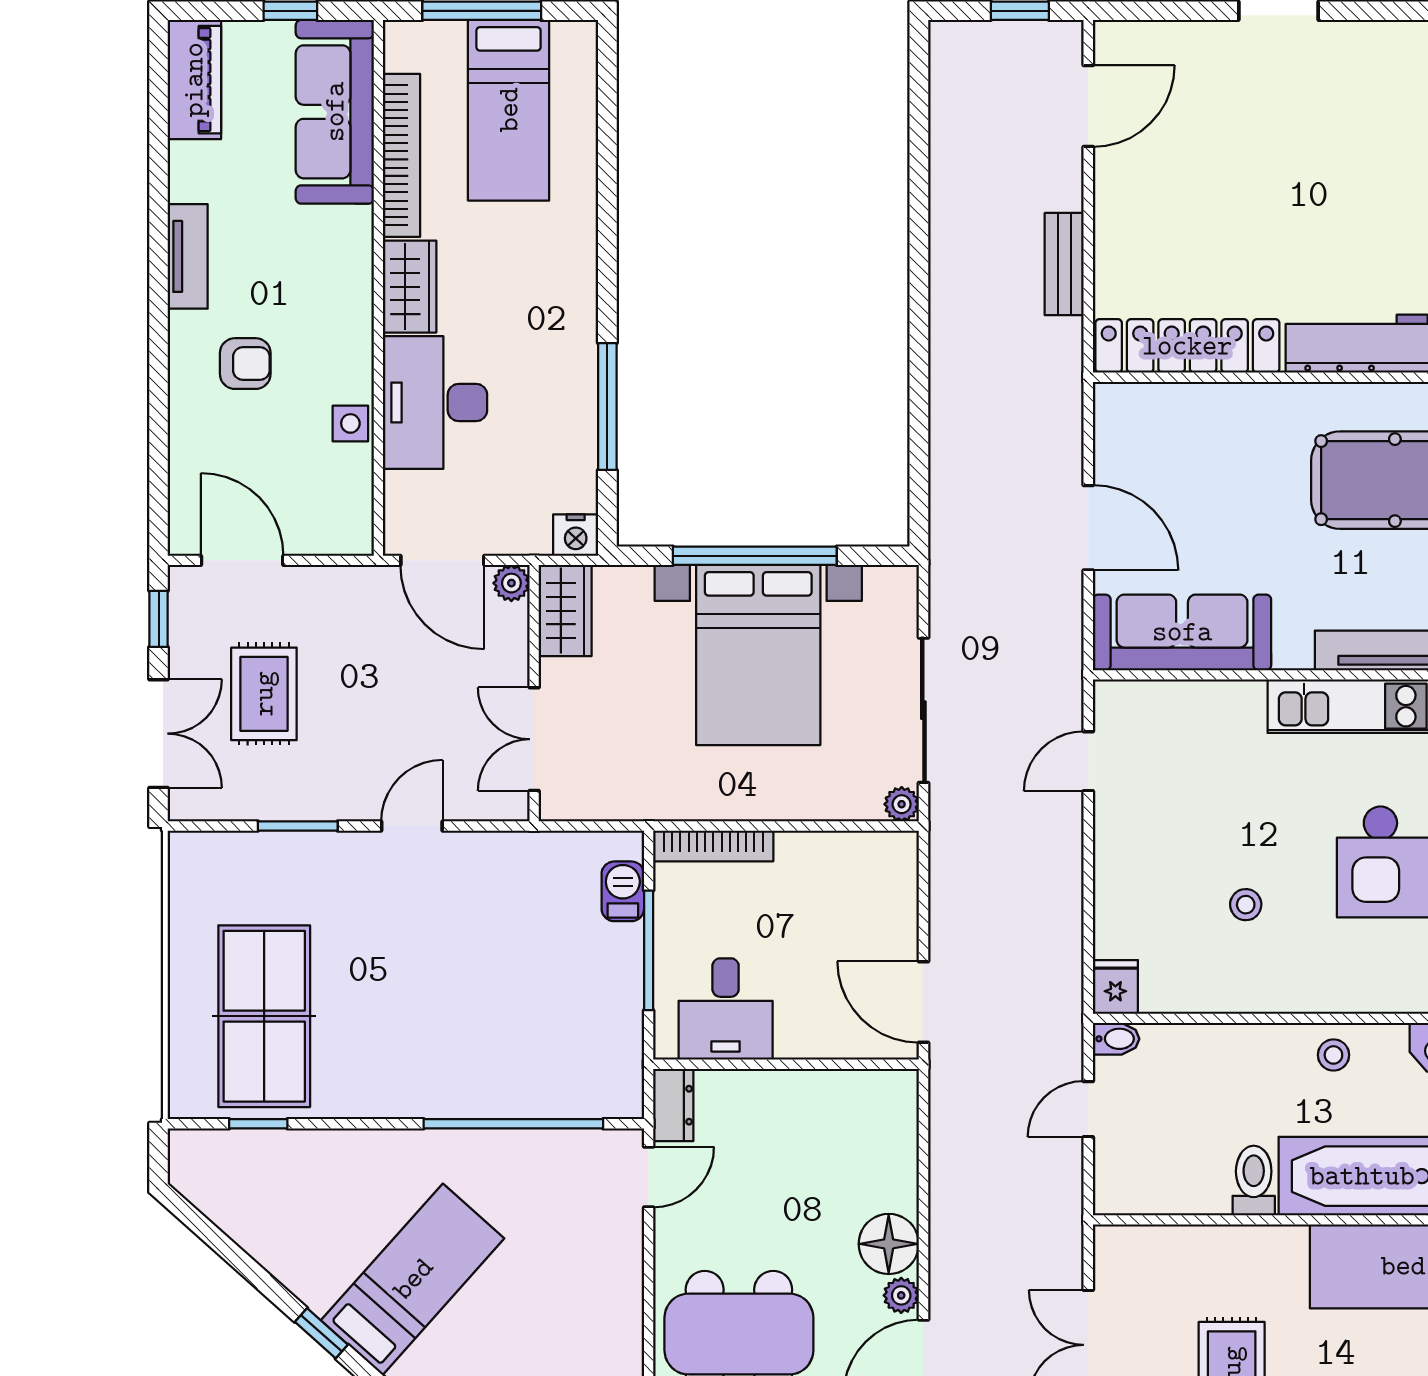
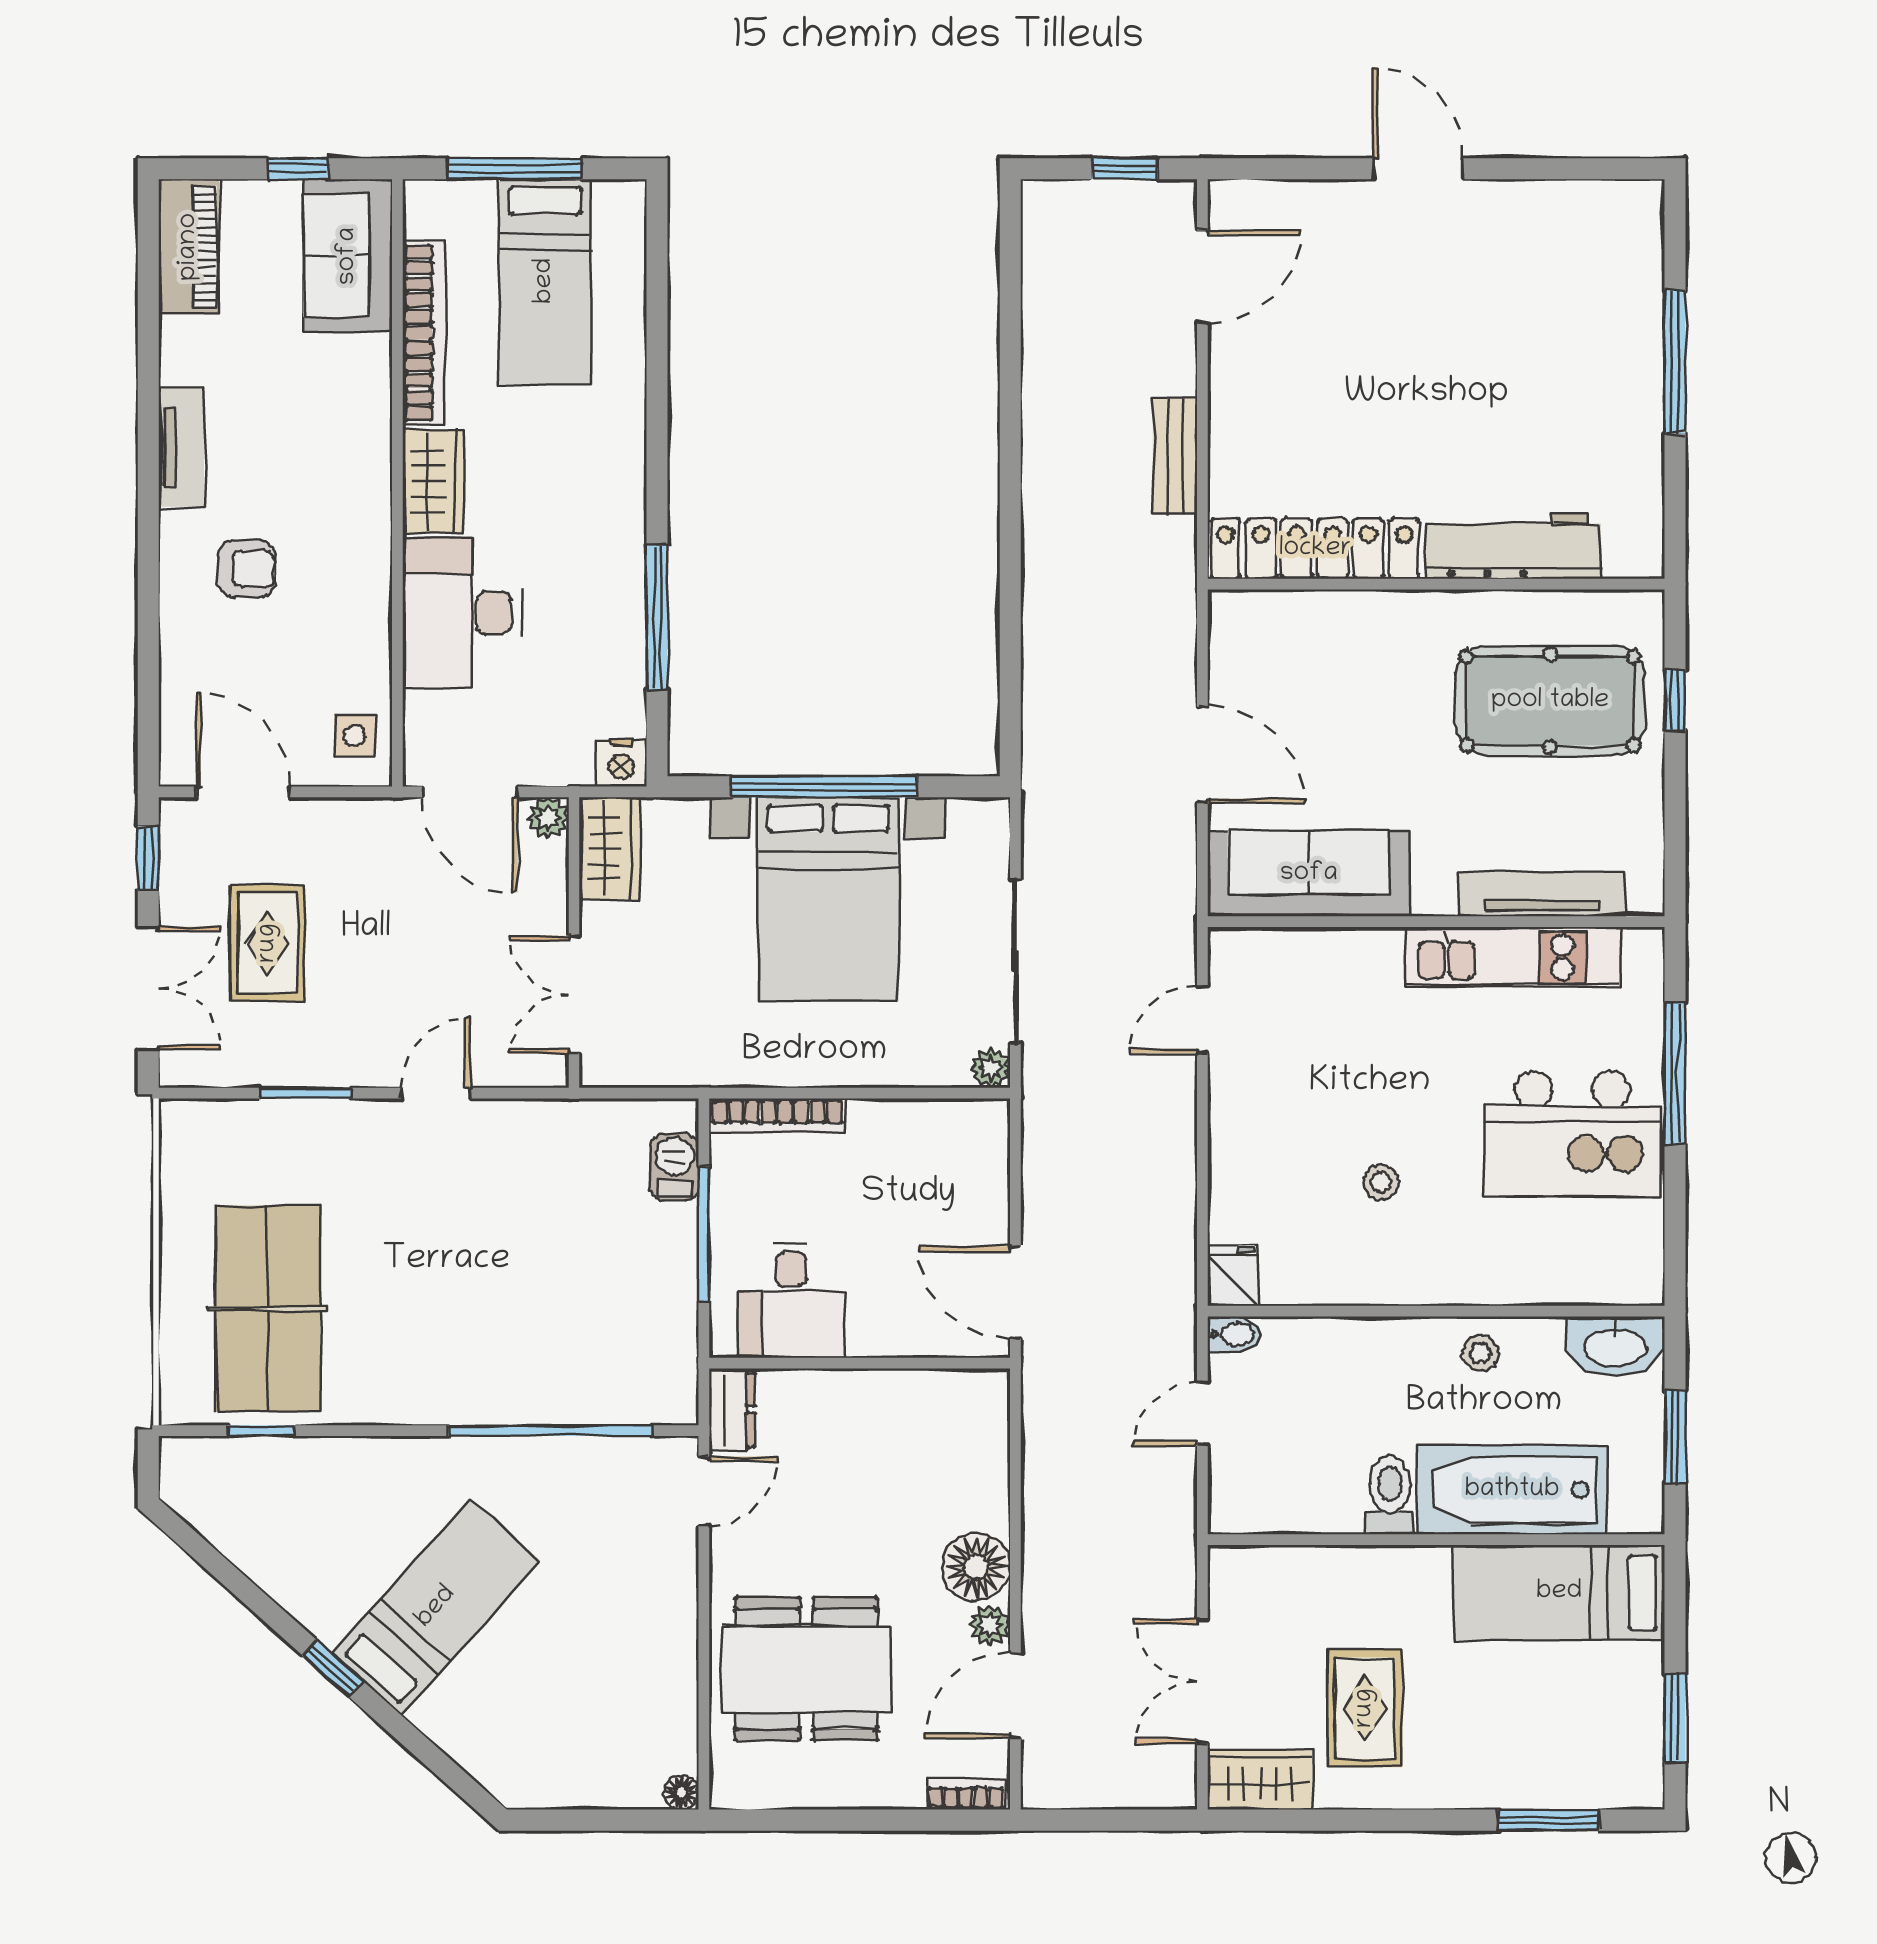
sofa: (335, 112) -> (348, 256), width x0.73
side table: (350, 423) -> (355, 736), moved

